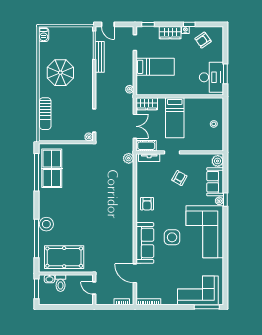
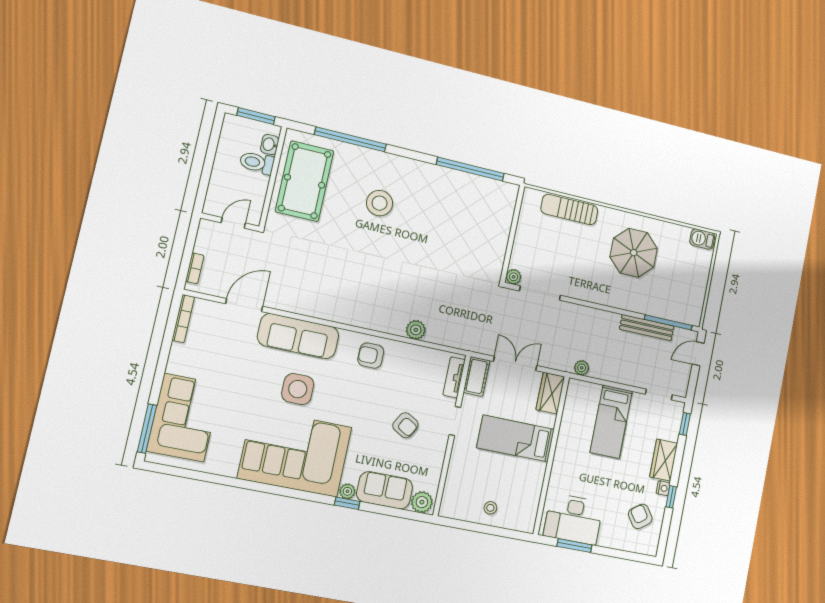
double door: (135, 126) -> (515, 364), swing flipped
plant: (129, 158) -> (416, 330), moved
table tennis table: (52, 168) -> (472, 198), removed
stool: (46, 224) -> (380, 203), moved

